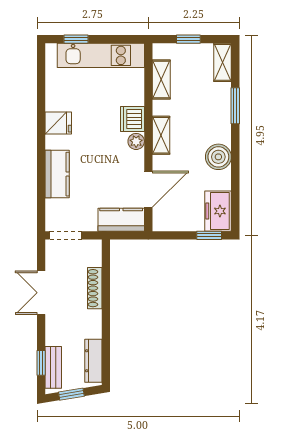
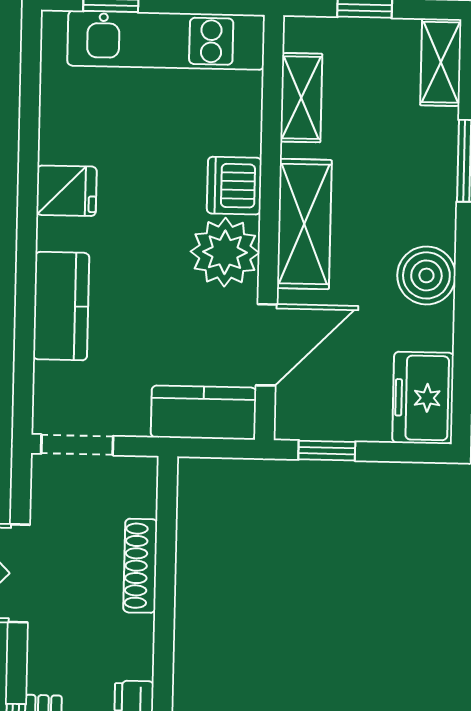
shelving: (161, 135) -> (304, 224), width x1.50, depth x1.33
plant: (136, 141) -> (225, 252), width x1.87, depth x1.87
window: (209, 235) -> (327, 451), moved

